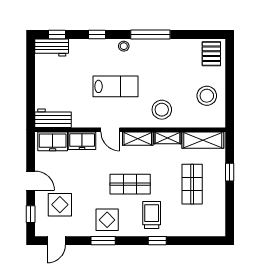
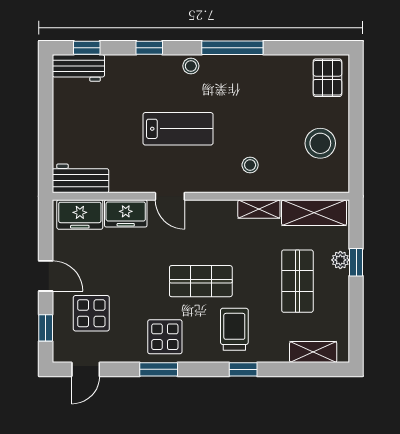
stool: (162, 110) -> (250, 165), width x0.53, depth x0.53
shelving: (138, 139) -> (313, 352), moved
plant: (220, 171) -> (340, 260), added

